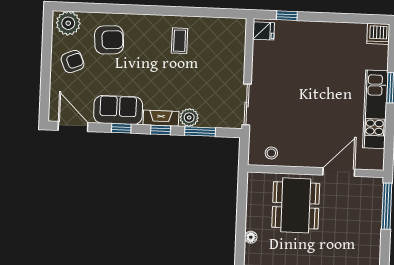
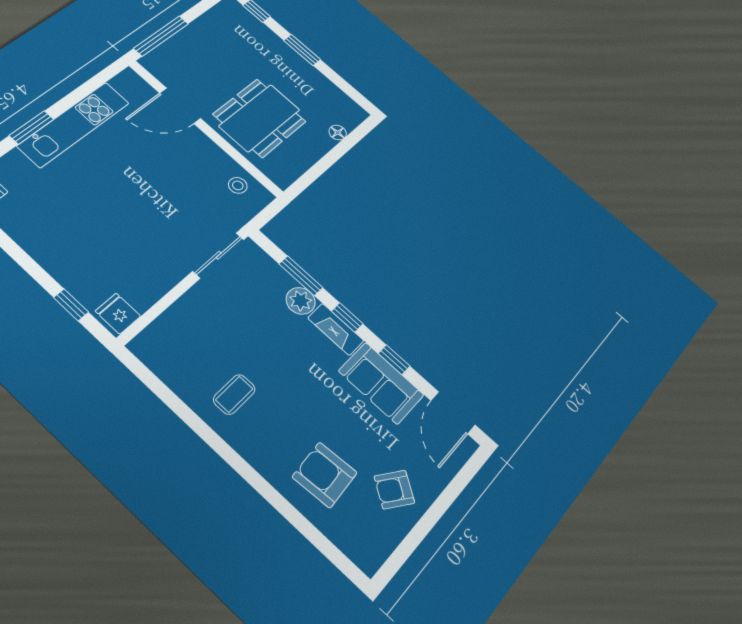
plant: (68, 23) -> (362, 544), removed
armchair: (73, 62) -> (394, 490), turned -33

